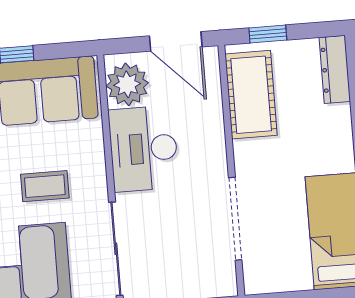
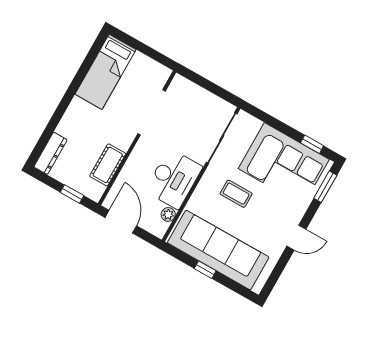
plant: (127, 84) -> (168, 214), width x0.53, depth x0.53
cot: (251, 95) -> (108, 165), width x0.73, depth x0.75

